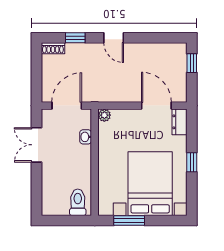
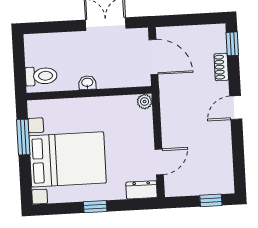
window: (75, 38) -> (232, 44), moved
shoe rack: (53, 48) -> (221, 67), moved
door: (156, 106) -> (159, 162), width x0.73
washbasin: (86, 137) -> (87, 83), moved

